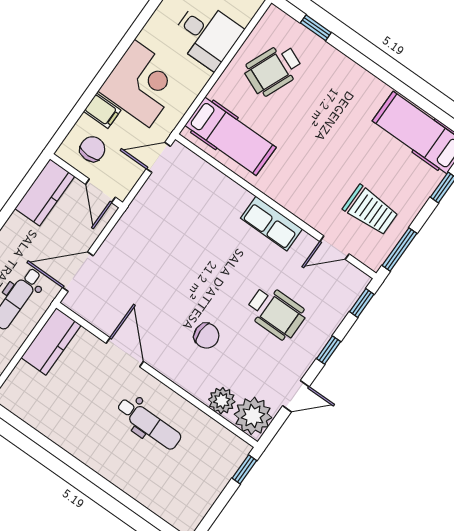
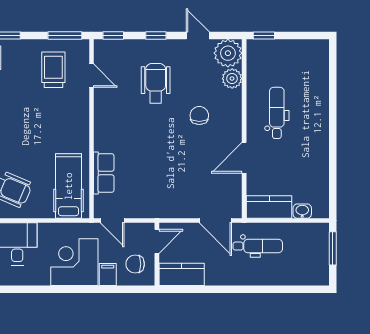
row of seats: (271, 224) -> (104, 173), moved
washbasin: (21, 375) -> (302, 211), added

